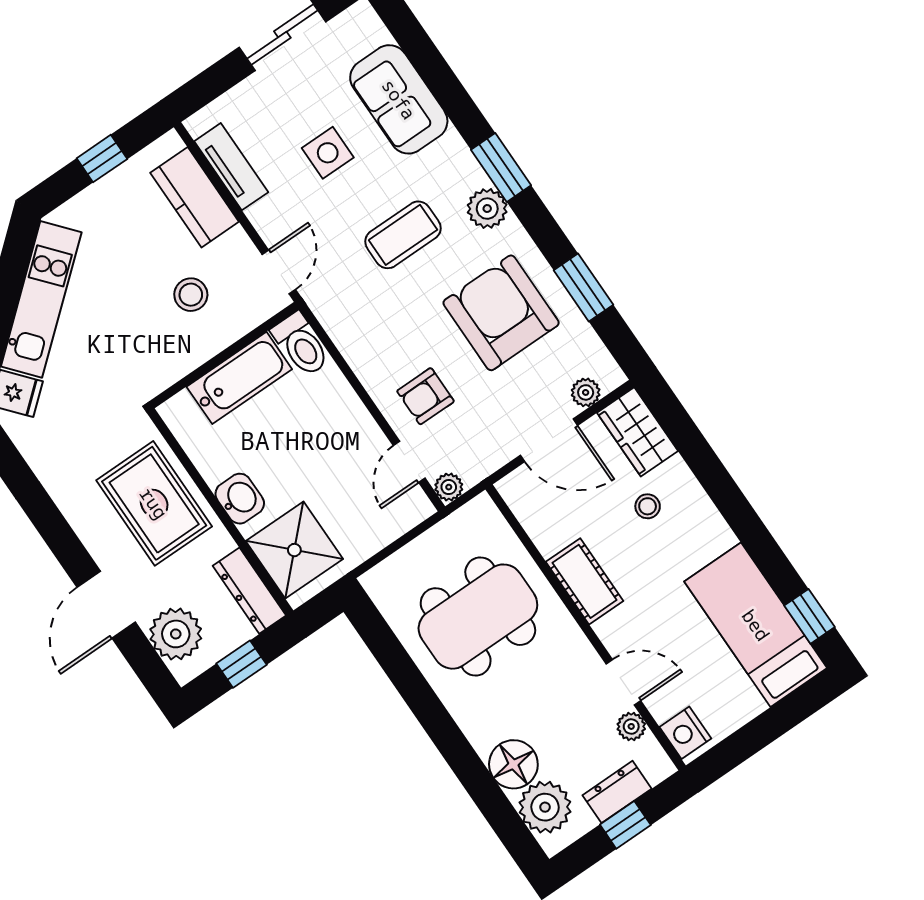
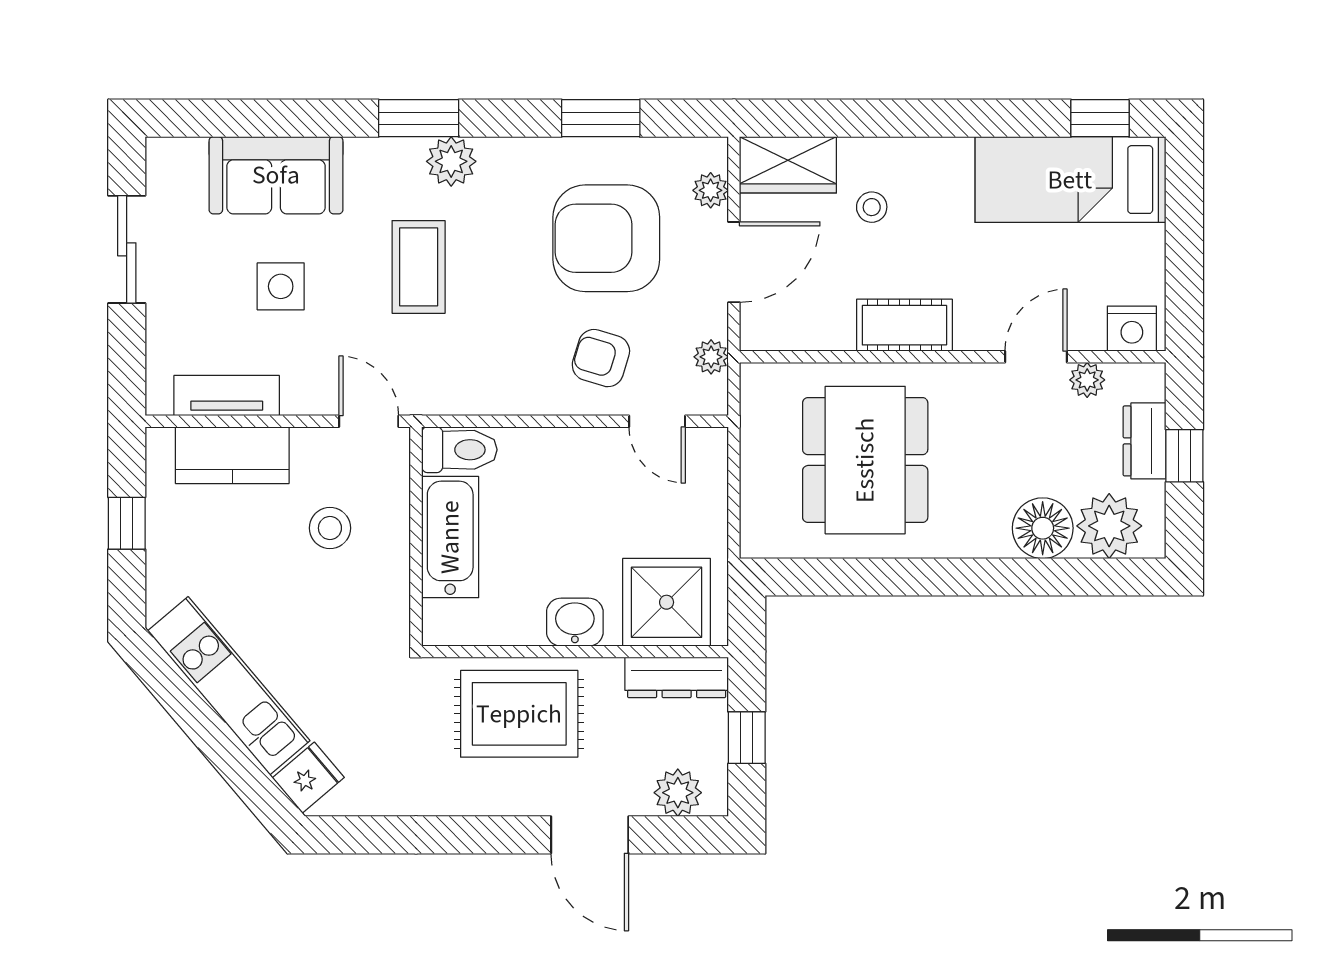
armchair: (501, 313) -> (606, 238), moved
armchair: (425, 396) -> (601, 358), turned 107
plant: (449, 487) -> (711, 357), moved
plant: (176, 634) -> (678, 793), width x0.73, depth x0.73

